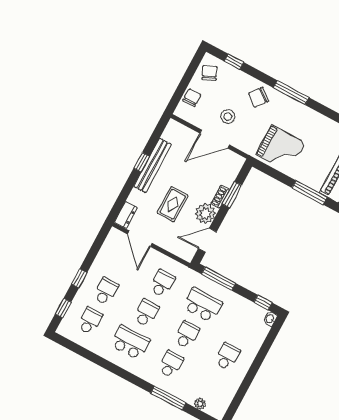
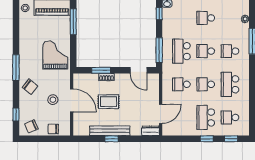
rug: (173, 204) -> (109, 102), moved
plant: (205, 214) -> (122, 81), removed
school desk: (106, 291) -> (206, 117), width x1.85

